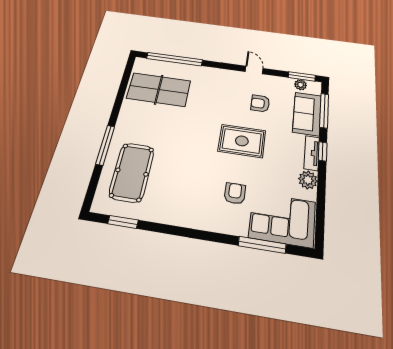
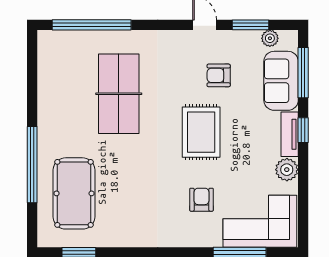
window: (302, 76) -> (251, 25), moved
table tennis table: (159, 90) -> (119, 94), moved, turned 90
rug: (242, 141) -> (201, 132), turned 90
window: (105, 145) -> (32, 165), width x1.46

